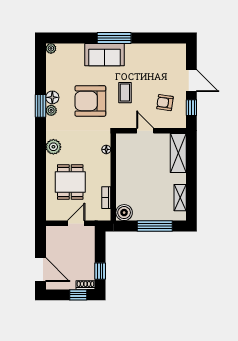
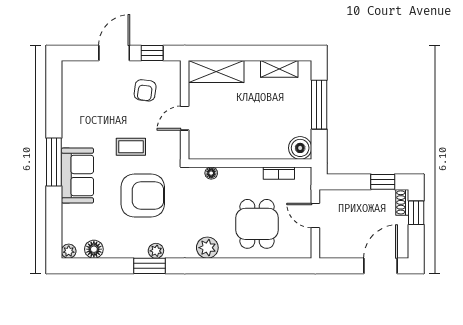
floor lamp: (52, 97) -> (94, 249), moved
armchair: (90, 101) -> (143, 195), turned -90
dining table: (70, 182) -> (257, 224), turned 90

